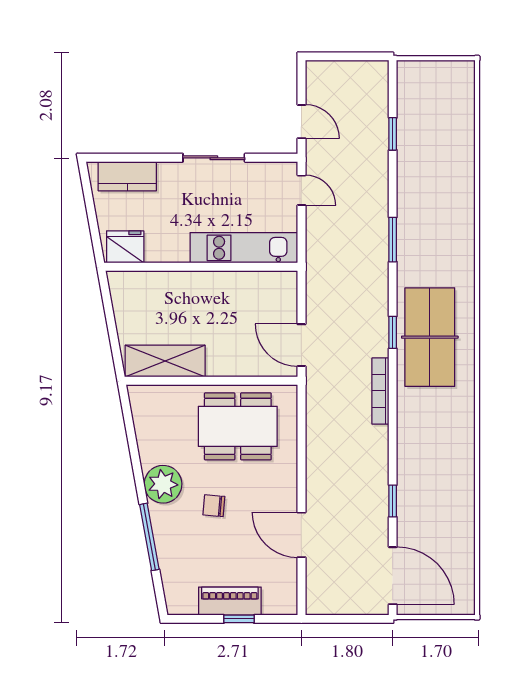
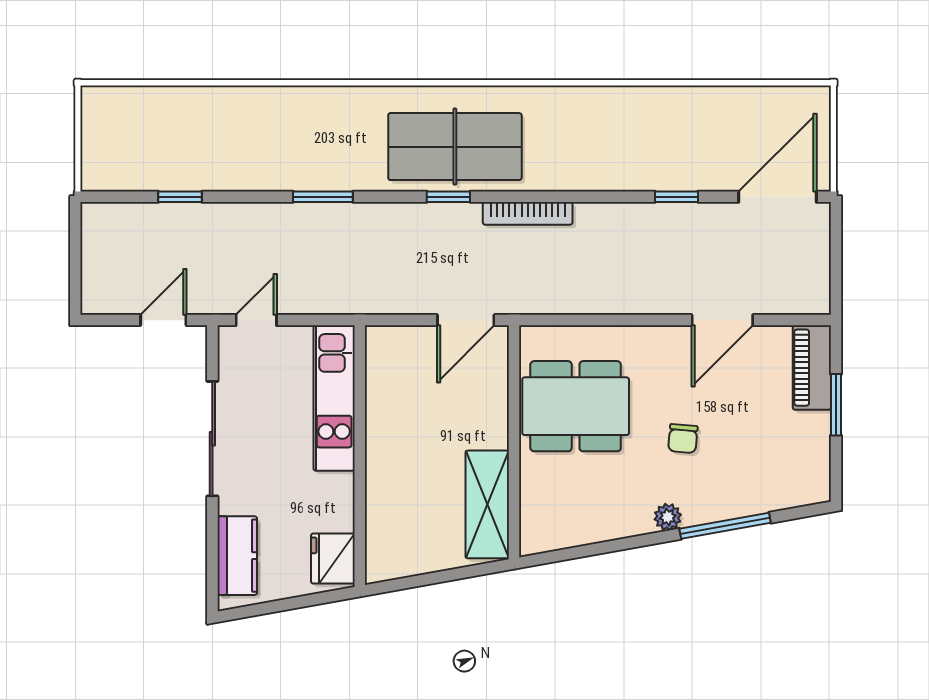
sliding door: (214, 158) -> (212, 439), width x1.37
dining table: (238, 426) -> (576, 406), turned 90
plant: (163, 484) -> (668, 517), width x0.53, depth x0.53
piano: (230, 601) -> (812, 368), moved
window: (239, 619) -> (836, 405), width x1.50

